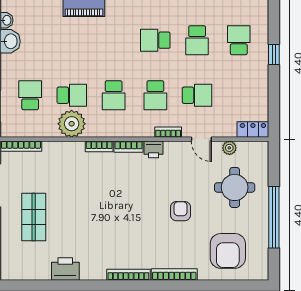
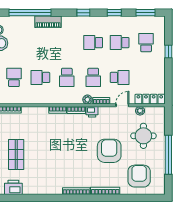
school desk: (197, 40) -> (120, 43), turned 90
school desk: (72, 95) -> (40, 77), turned 180
plant: (72, 124) -> (87, 100), moved, width x0.53, depth x0.53
locker: (253, 129) -> (150, 99), width x1.53
door: (201, 139) -> (122, 105), swing flipped
armchair: (181, 211) -> (109, 151), width x1.88, depth x1.88
armchair: (228, 251) -> (139, 176), turned 180
printer: (65, 269) -> (13, 187), moved

